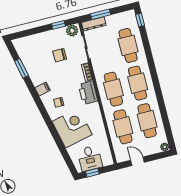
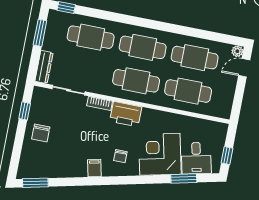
window: (101, 14) -> (40, 33), moved
plant: (72, 31) -> (40, 98), removed
chair: (60, 55) -> (41, 133), moved
window: (21, 68) -> (35, 183), moved
window: (64, 151) -> (184, 179), added
desk: (90, 158) -> (196, 158), moved, turned 77
door: (138, 161) -> (244, 68), moved

